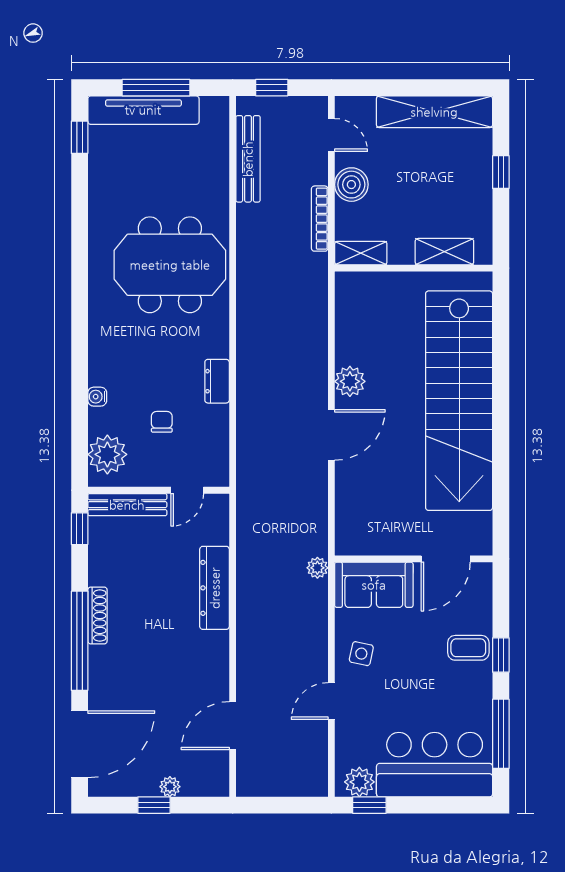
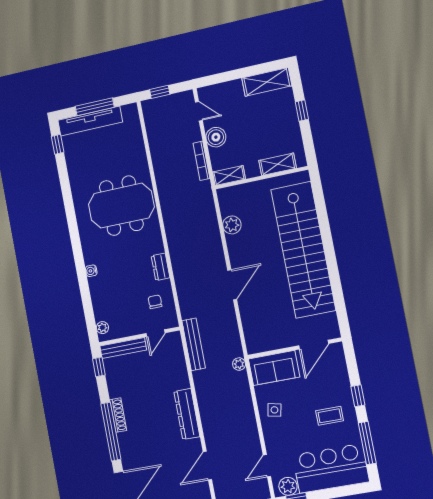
shelving: (434, 112) -> (267, 82), width x0.68
bench: (248, 159) -> (194, 344), moved
plant: (350, 381) -> (232, 225), moved
water cooler: (97, 397) -> (91, 271), moved
chair: (162, 422) -> (155, 302), moved
plant: (107, 454) -> (102, 328), width x0.53, depth x0.53
dresser: (215, 588) -> (187, 414), moved
coffee table: (468, 648) -> (330, 416), moved
door: (331, 701) -> (267, 466), moved

